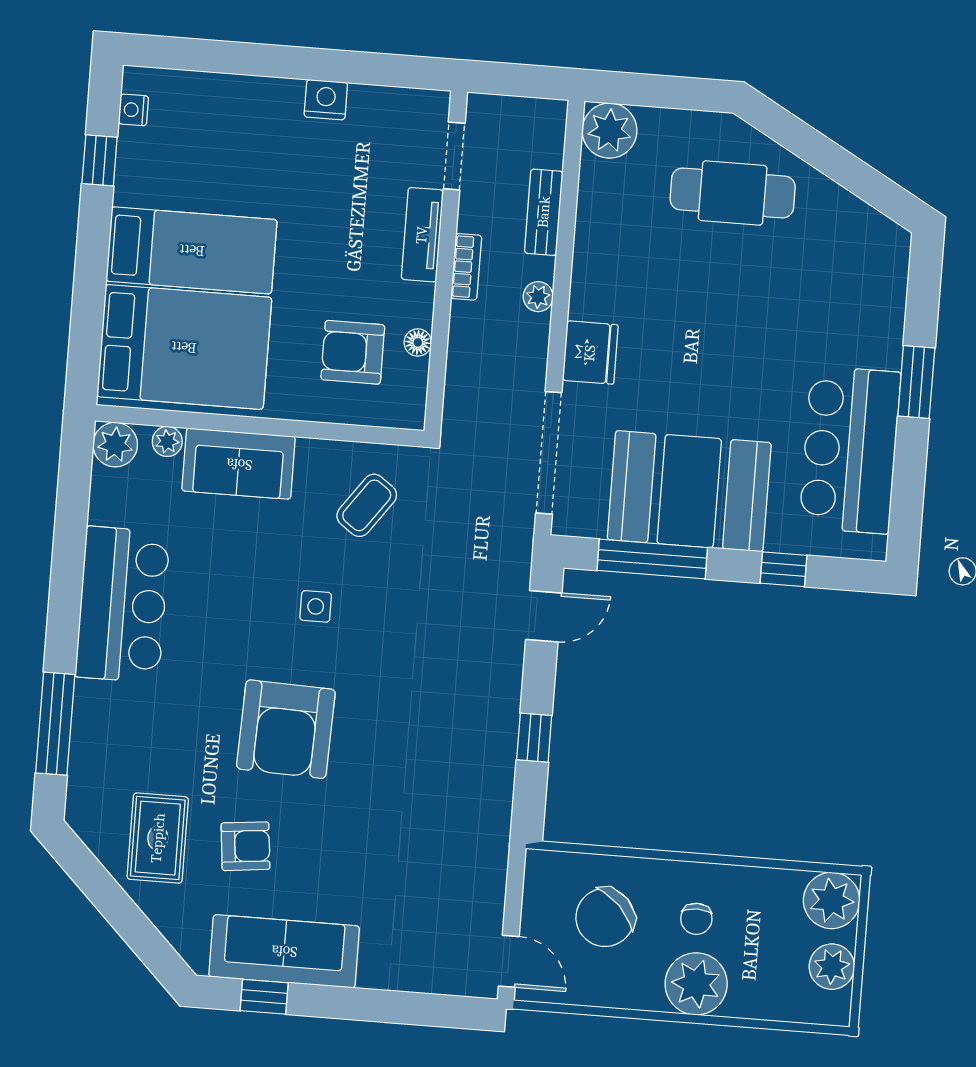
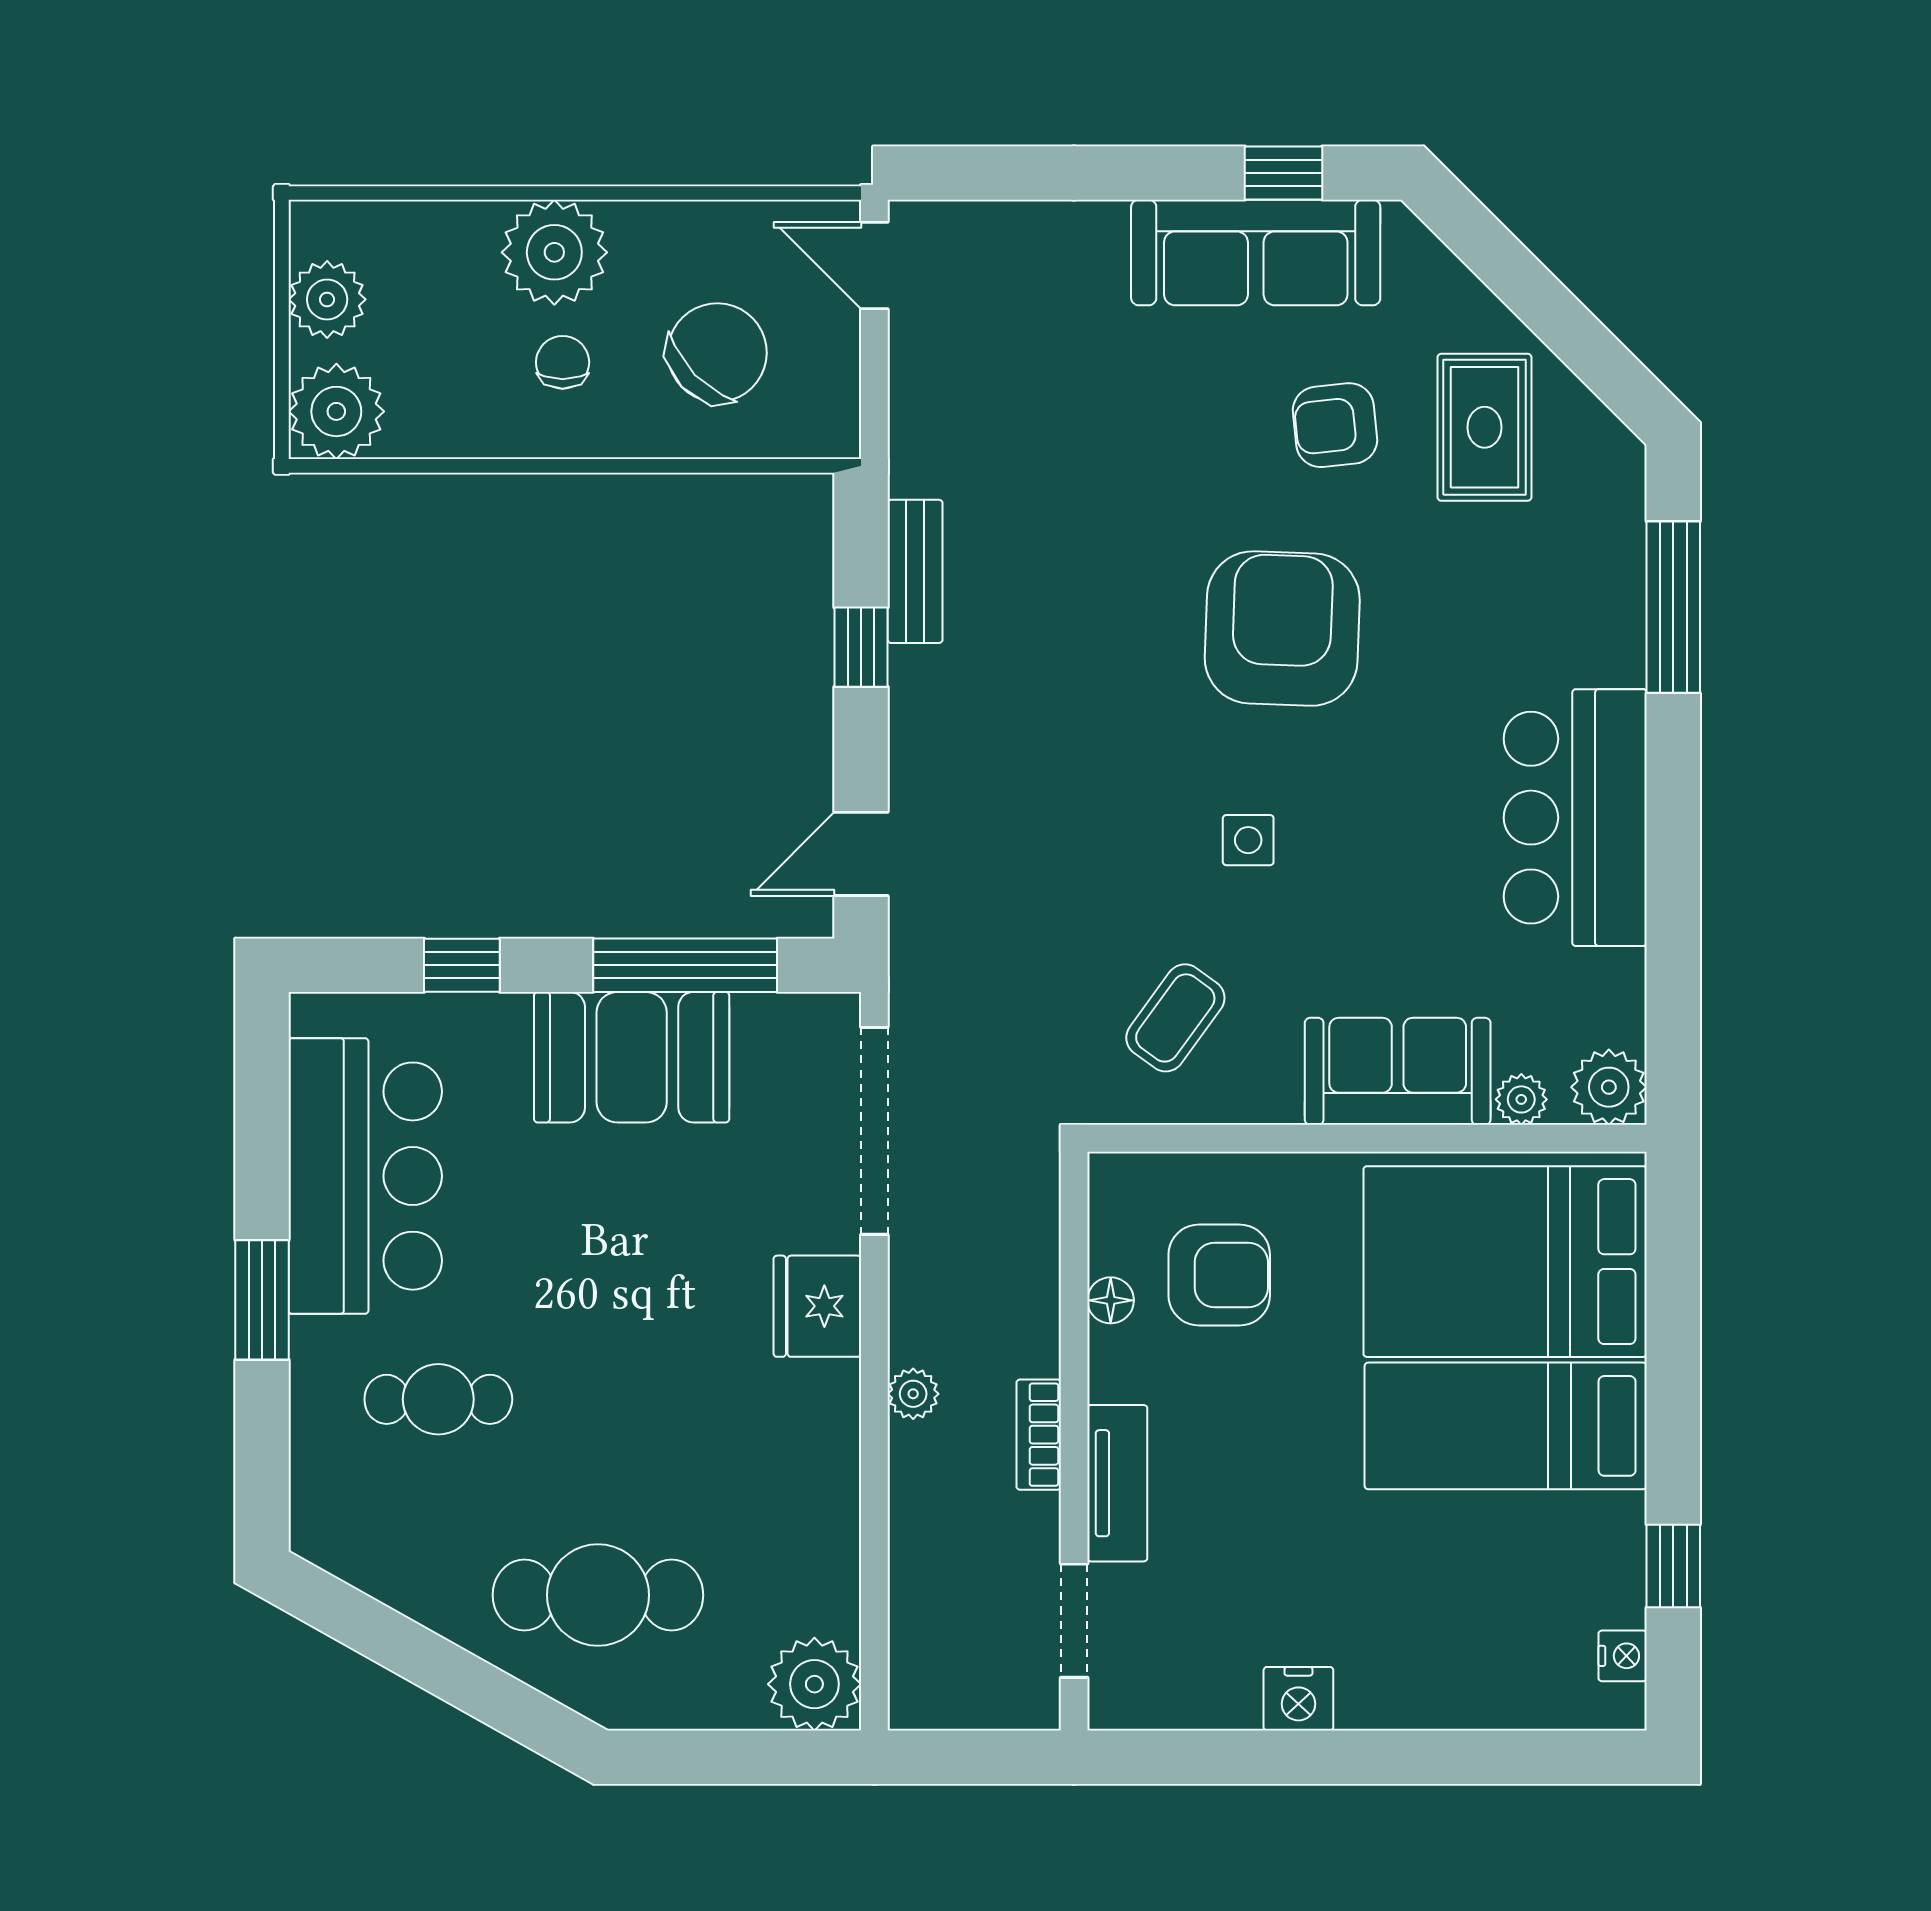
bench: (544, 212) -> (915, 571), moved
cafe table: (817, 315) -> (438, 1399), added
booth: (689, 491) -> (632, 1057), width x0.73, depth x0.70

